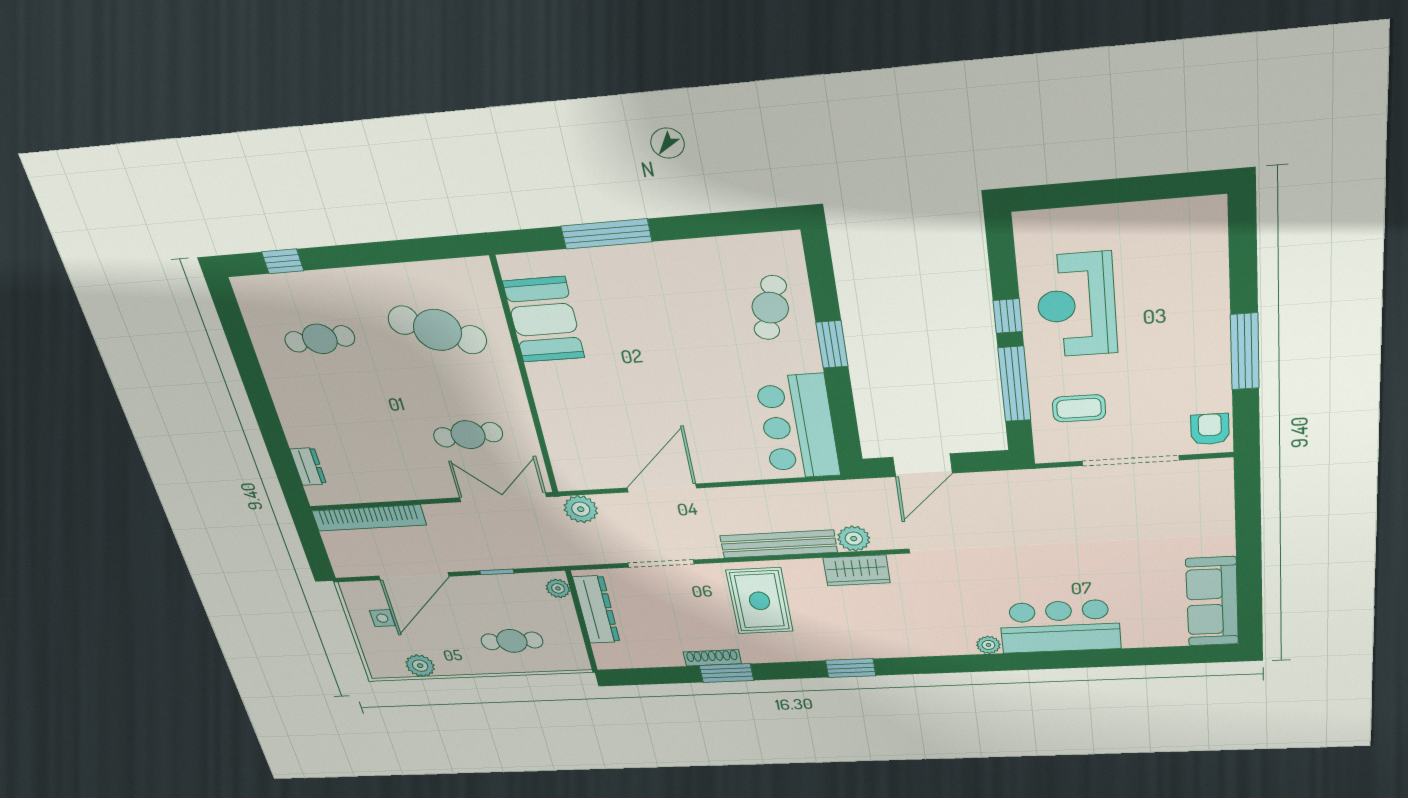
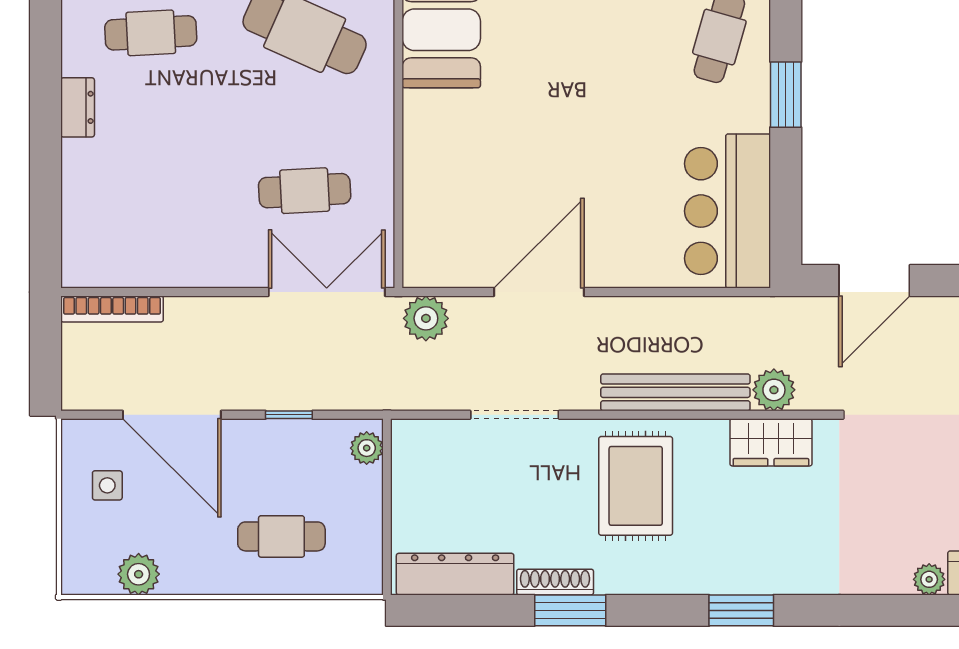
dresser: (308, 467) -> (78, 107), moved
bookcase: (369, 518) -> (112, 309), width x0.68, depth x0.76
door: (414, 576) -> (172, 415), hinge flipped
dresser: (596, 610) -> (455, 574), moved, turned -90

